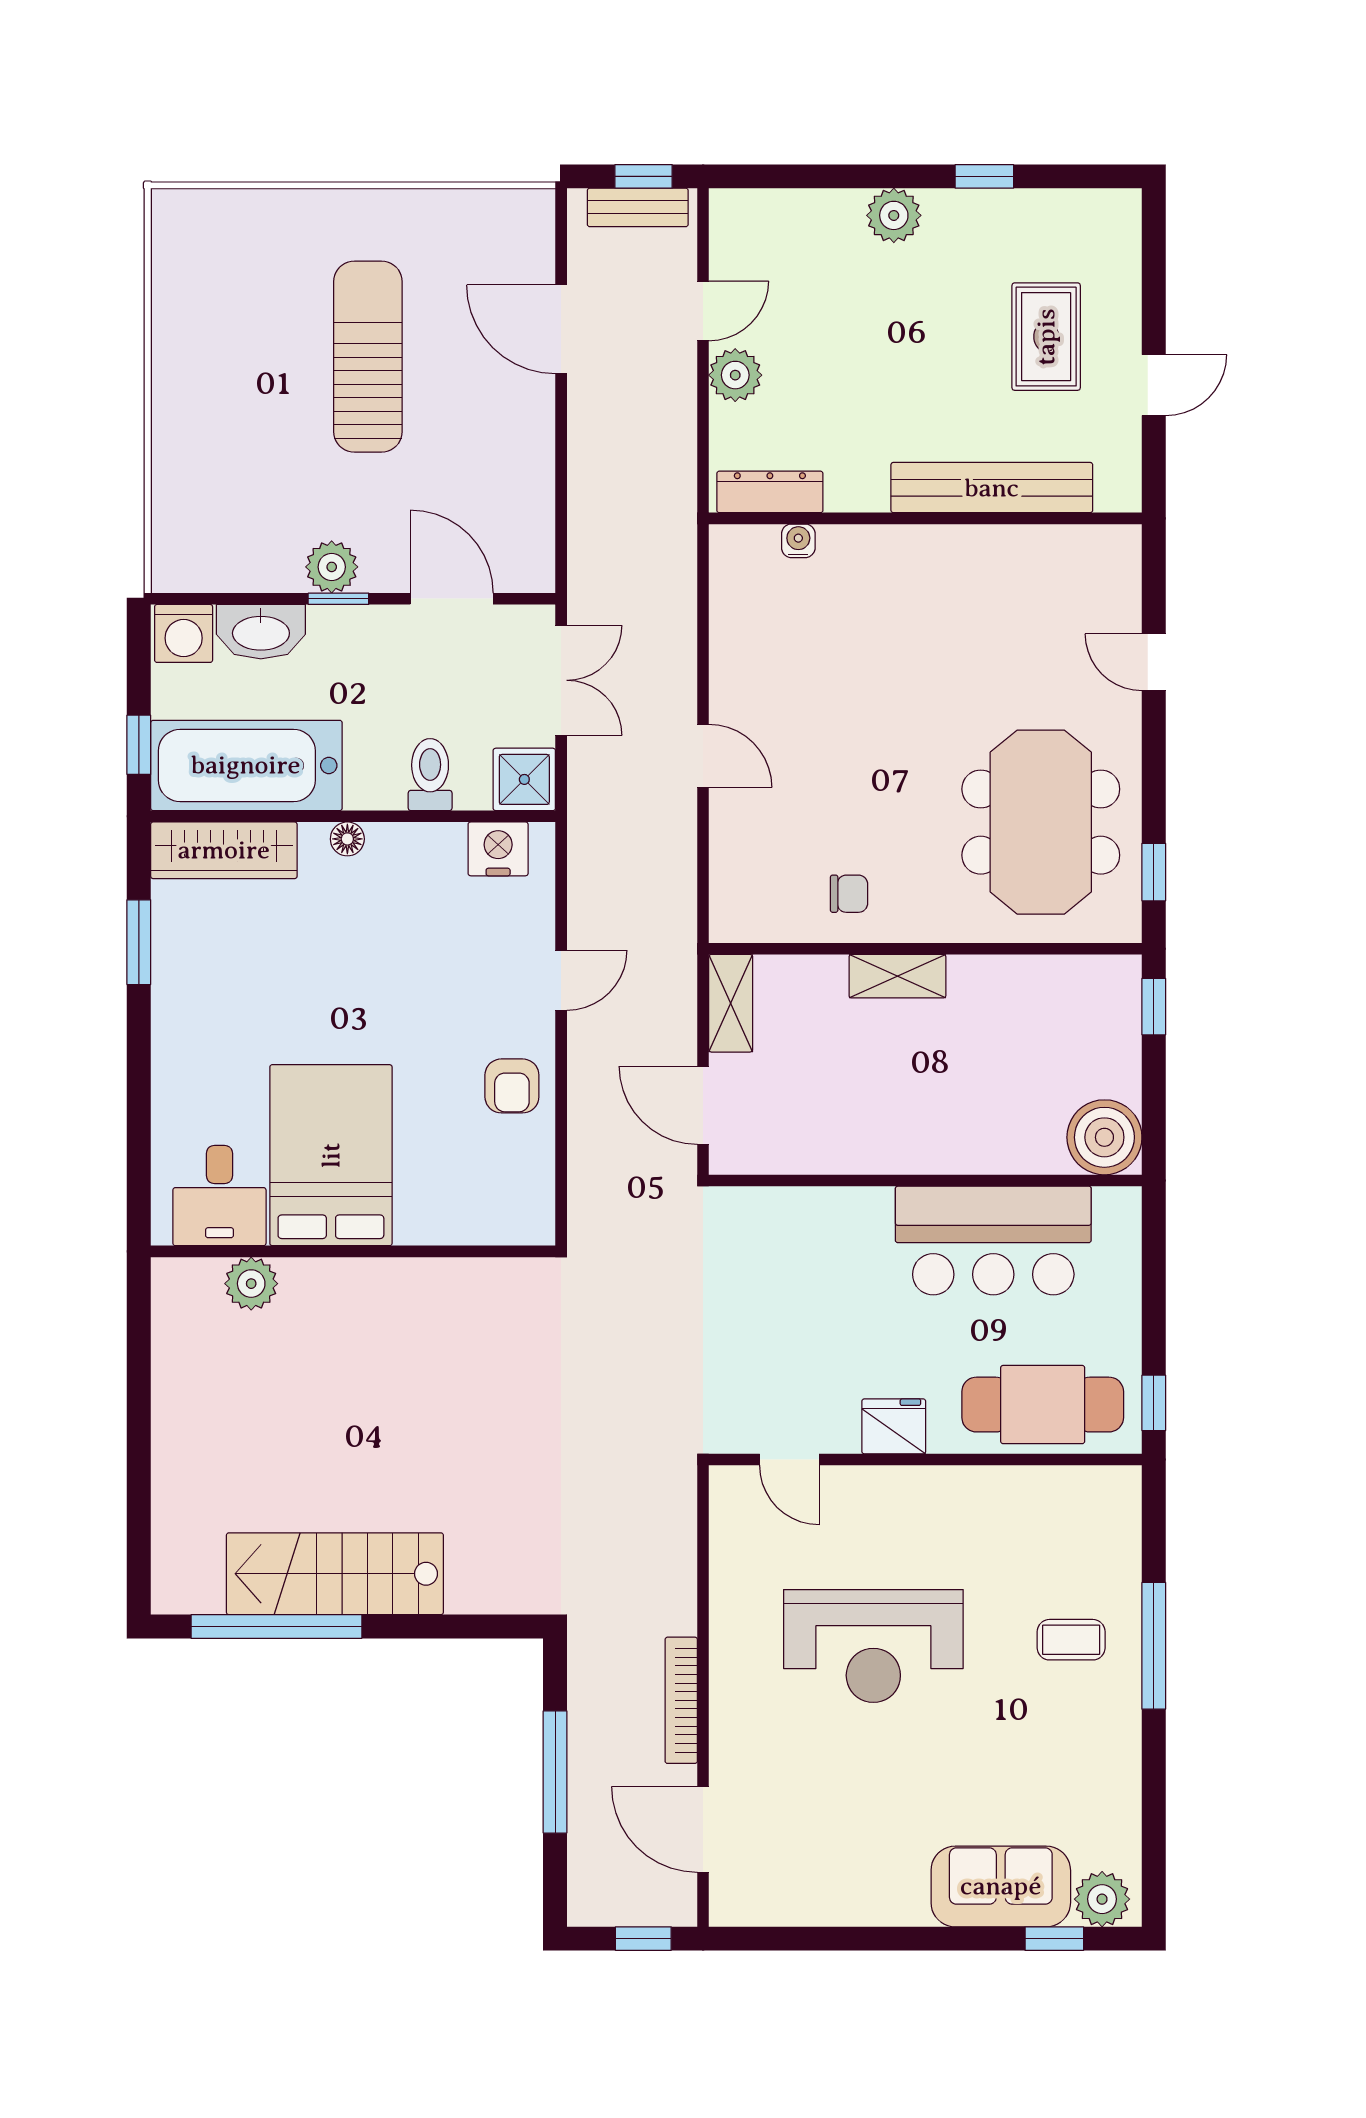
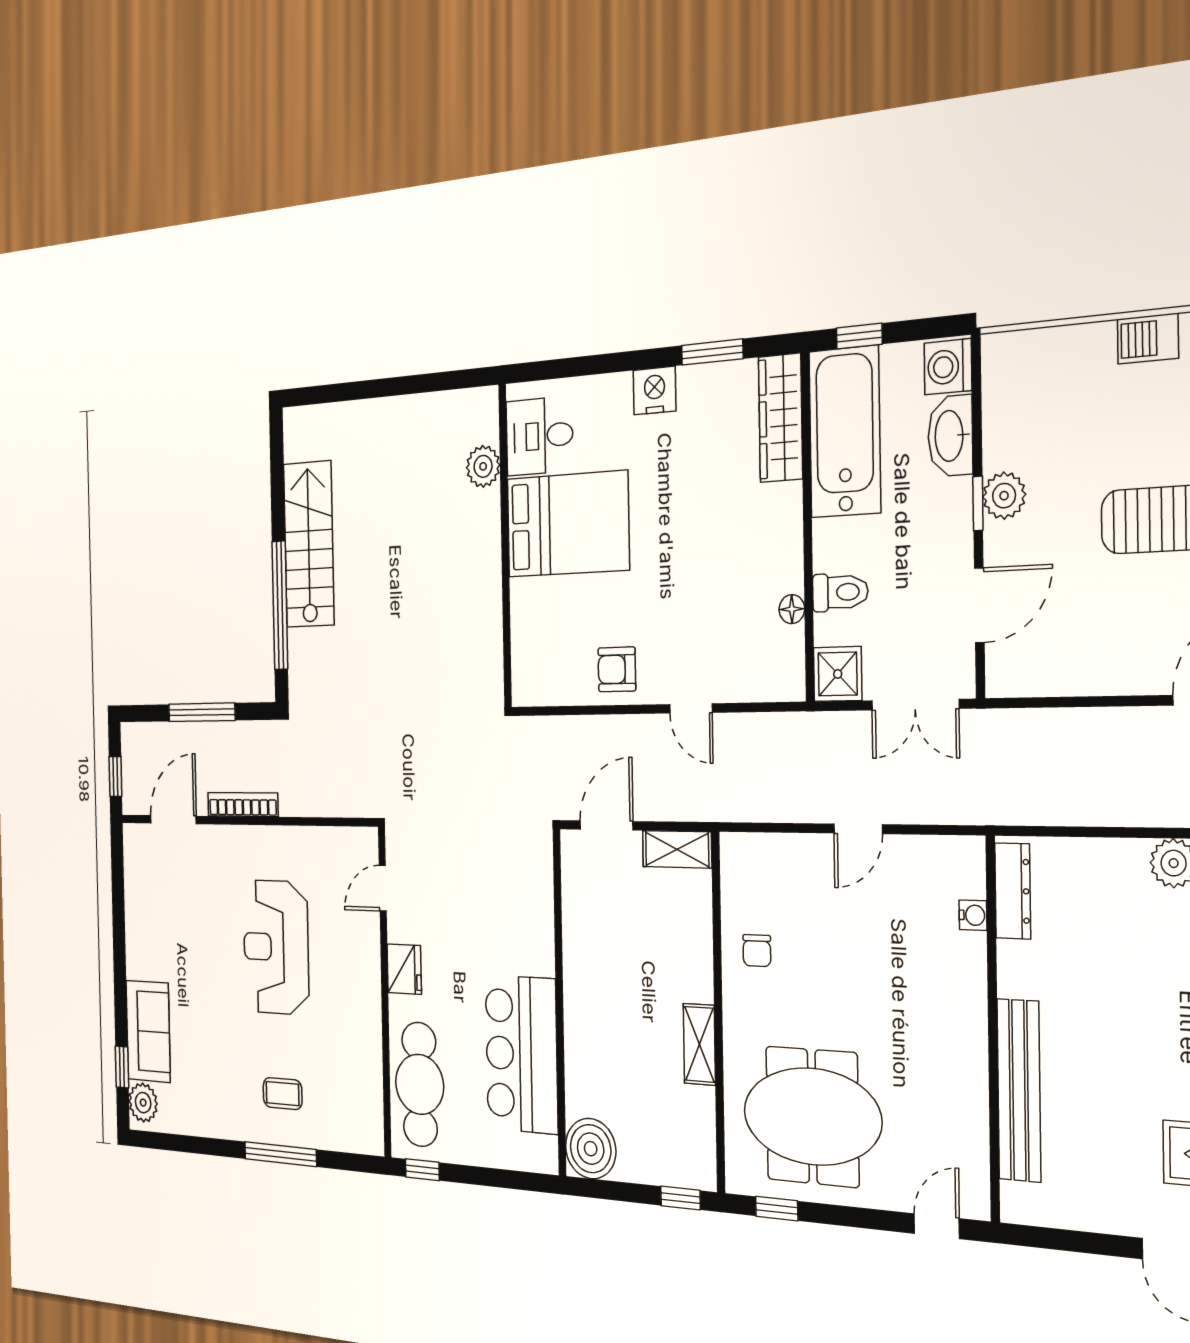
barbecue: (175, 397) -> (1148, 339), added
bench: (992, 488) -> (1019, 1090), moved
dresser: (770, 492) -> (1013, 891), moved
wall: (925, 518) -> (993, 1029), moved
water cooler: (798, 541) -> (973, 915), moved
floor lamp: (347, 839) -> (792, 609), moved
nightstand: (498, 849) -> (655, 391), moved, turned -90
shelving: (897, 976) -> (699, 1044), moved
window: (276, 1626) -> (280, 605), moved
coffee table: (1071, 1640) -> (283, 1094), turned 90

